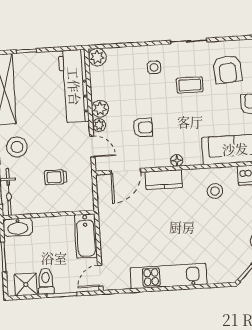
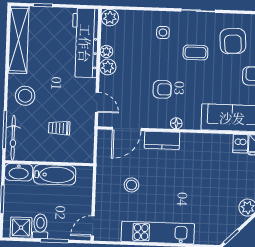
plant: (99, 125) -> (106, 51), moved
armchair: (143, 127) -> (162, 89), moved
stool: (215, 191) -> (131, 185), moved
bathtub: (86, 236) -> (55, 175), moved, turned -90

